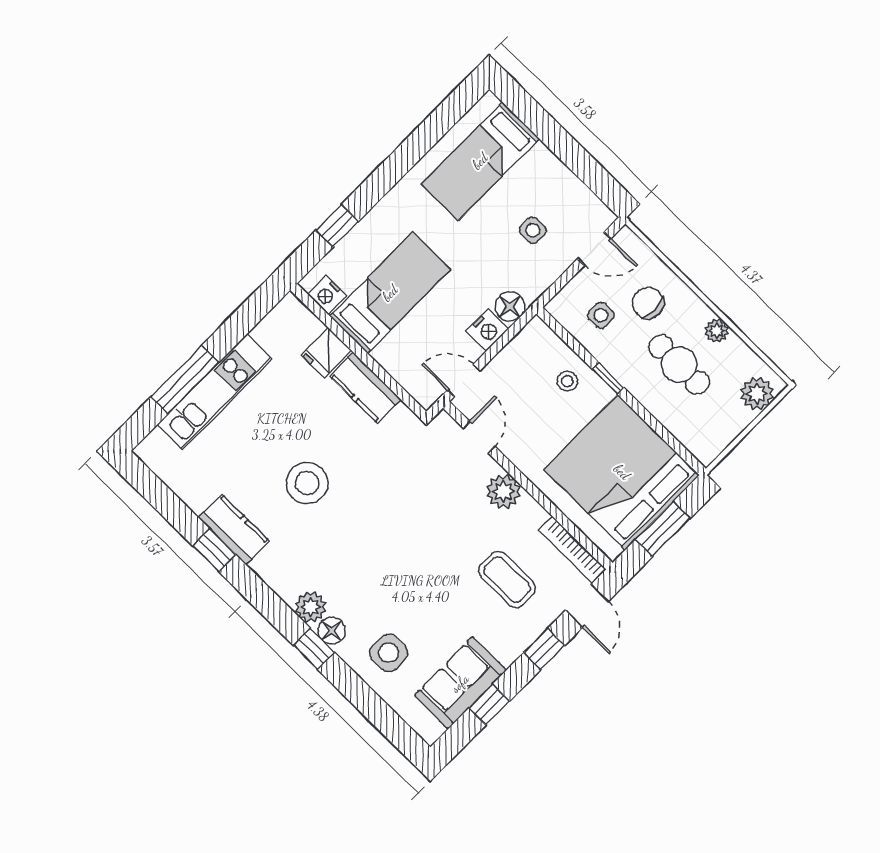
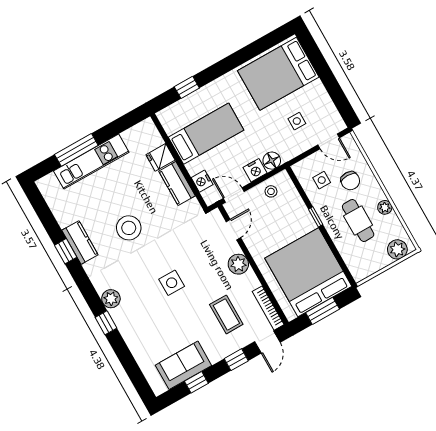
bed: (480, 161) -> (278, 74), width x1.50
nightstand: (327, 295) -> (202, 181), moved
chair: (648, 303) -> (350, 181), turned 180
stool: (567, 381) -> (271, 191), moved
floor lamp: (332, 631) -> (119, 315), removed
side table: (389, 653) -> (172, 283), moved

